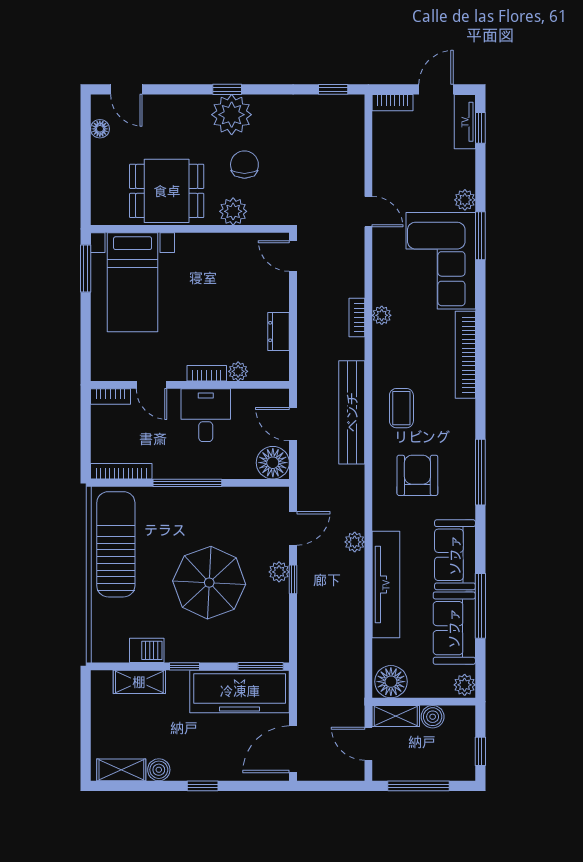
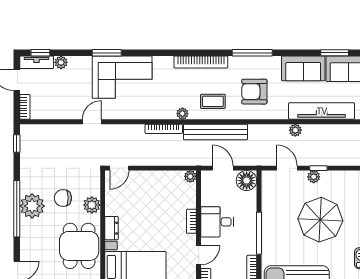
window: (227, 89) -> (17, 209), width x3.17
plant: (465, 200) -> (61, 62), moved
plant: (382, 315) -> (182, 114), moved
bookcase: (357, 317) -> (164, 129), width x1.56
dresser: (279, 332) -> (111, 228), moved, turned -90
bookcase: (465, 355) -> (201, 62), moved
plant: (238, 371) -> (190, 176), moved
door: (293, 424) -> (223, 168), swing flipped
window: (480, 606) -> (335, 53), width x0.69

